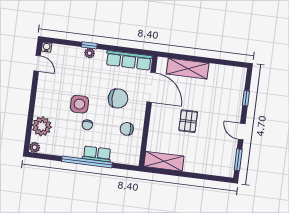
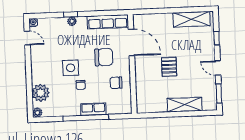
shelving: (188, 69) -> (191, 19), moved
shelving: (164, 161) -> (185, 105), moved

